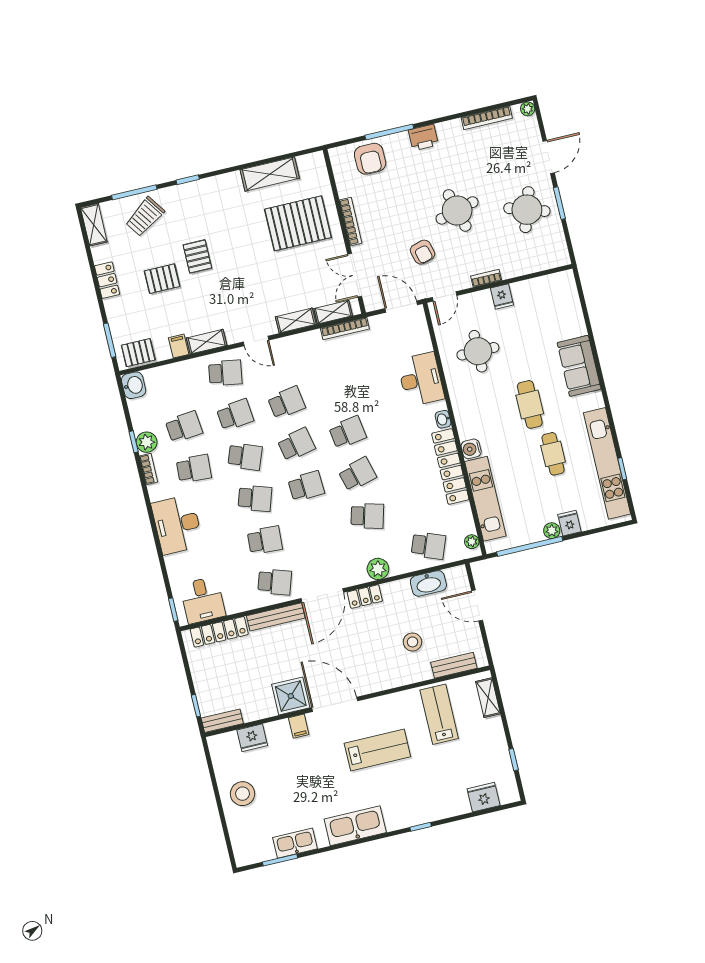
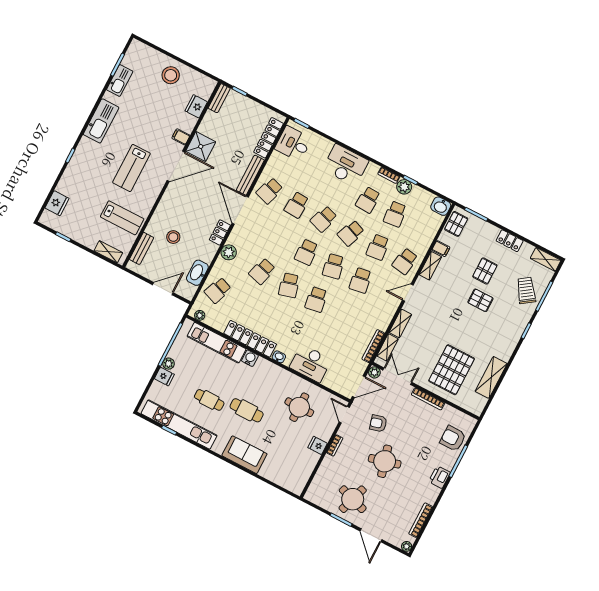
plant: (372, 303) -> (374, 372), added

